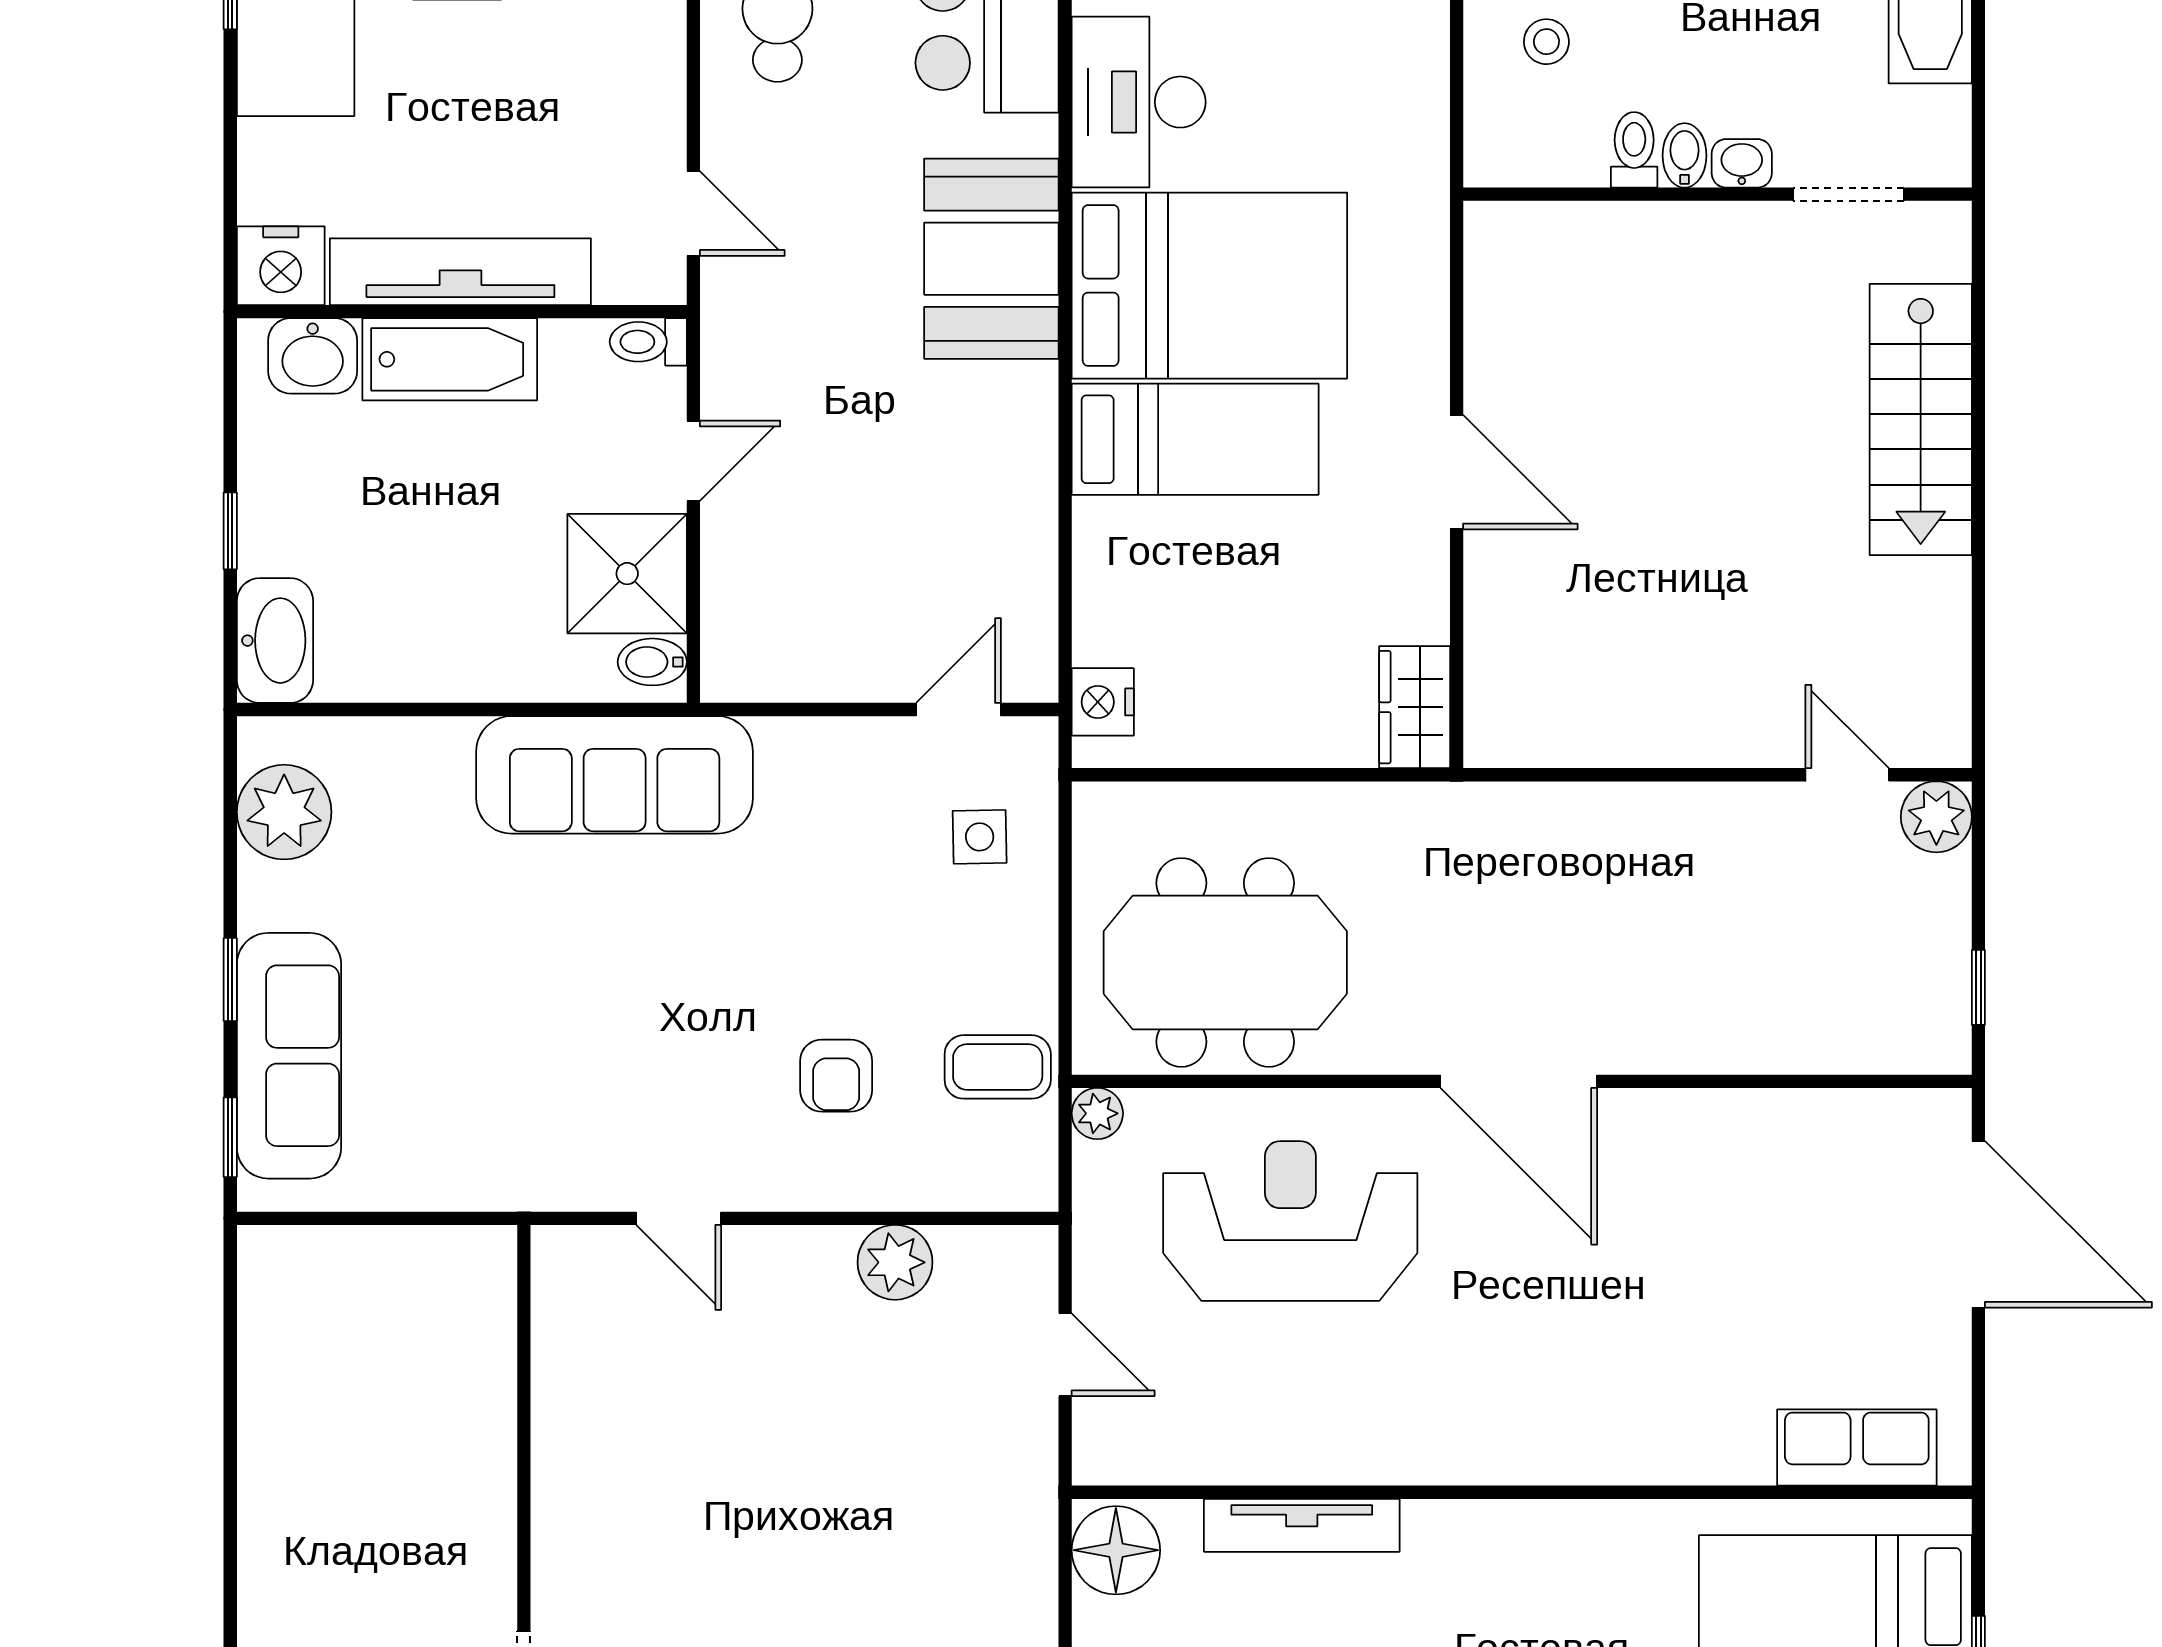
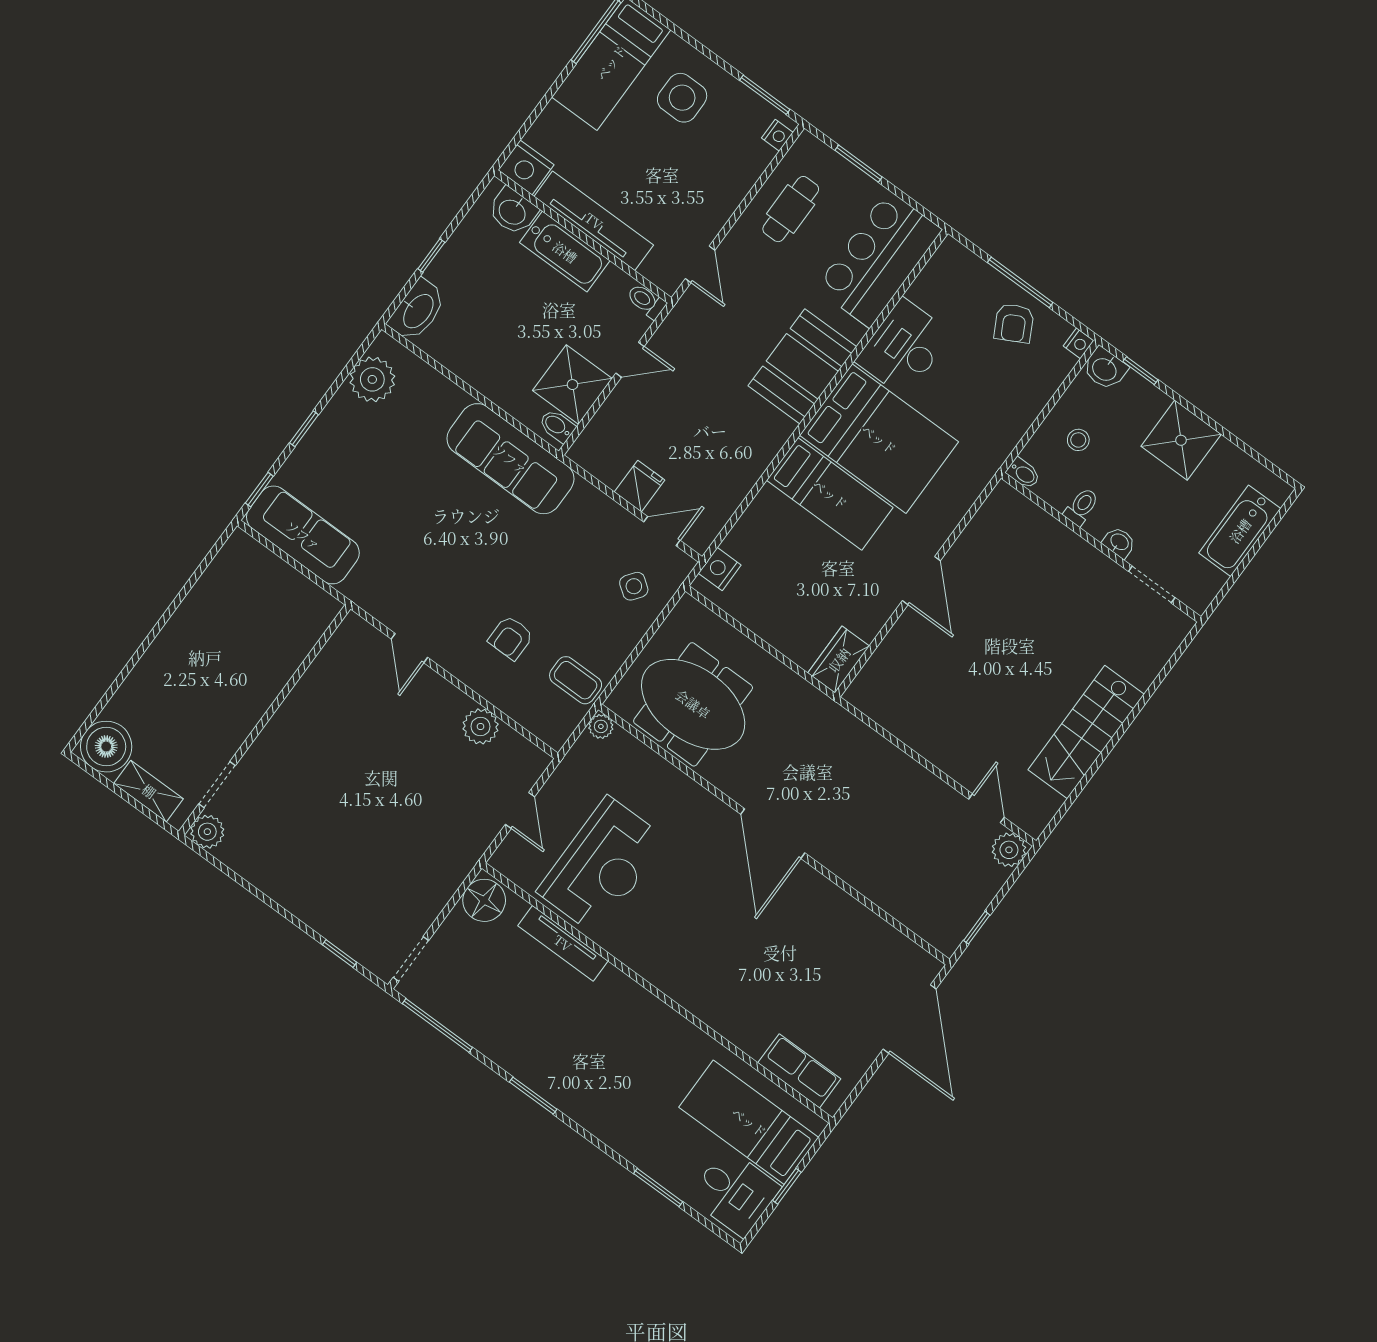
bidet: (1685, 155) -> (1023, 473), moved, turned 90
stairs: (1921, 420) -> (1086, 732), moved
fridge: (865, 661) -> (640, 486), added
side table: (980, 837) -> (634, 586), turned 37
sofa: (289, 1056) -> (303, 535), moved, turned -90
reception desk: (1290, 1221) -> (602, 866), moved, turned 90

